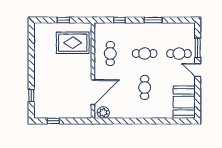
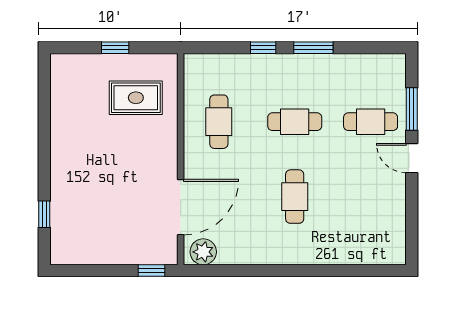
window: (119, 20) -> (263, 48), moved
rug: (73, 43) -> (136, 98), width x0.73, depth x0.70
booth: (184, 102) -> (382, 229), removed
window: (53, 121) -> (151, 271), moved

